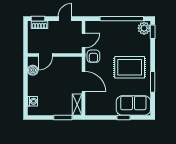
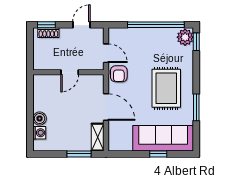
door: (84, 40) -> (106, 53), hinge flipped
door: (46, 55) -> (70, 72), moved
rug: (130, 67) -> (166, 88), turned 90
boiler: (33, 70) -> (40, 118), moved
sofa: (133, 105) -> (163, 138), width x1.36

